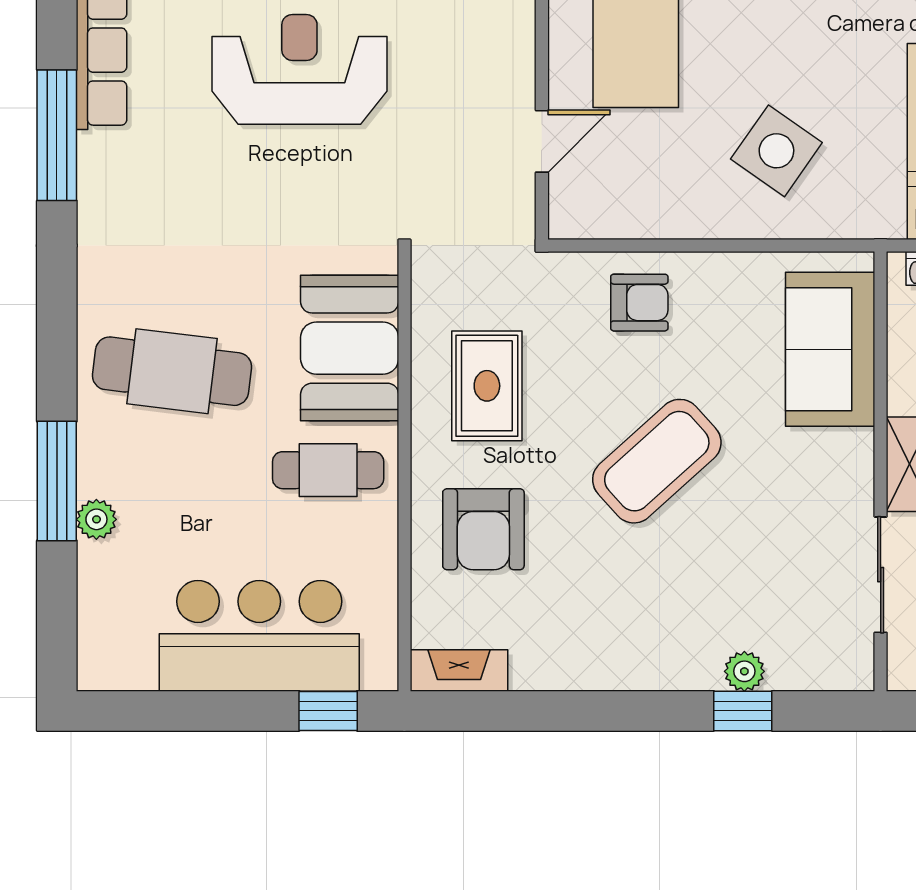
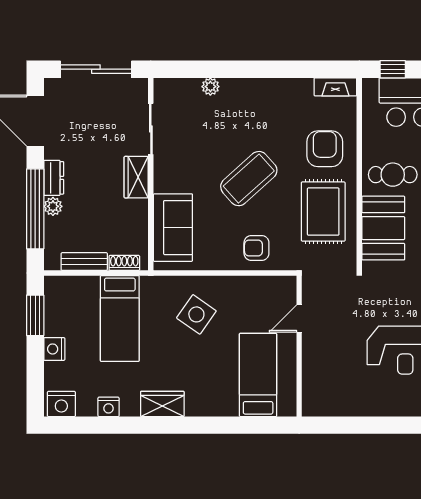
rug: (487, 386) -> (323, 212), width x1.36, depth x1.43
window: (743, 711) -> (211, 69), removed

